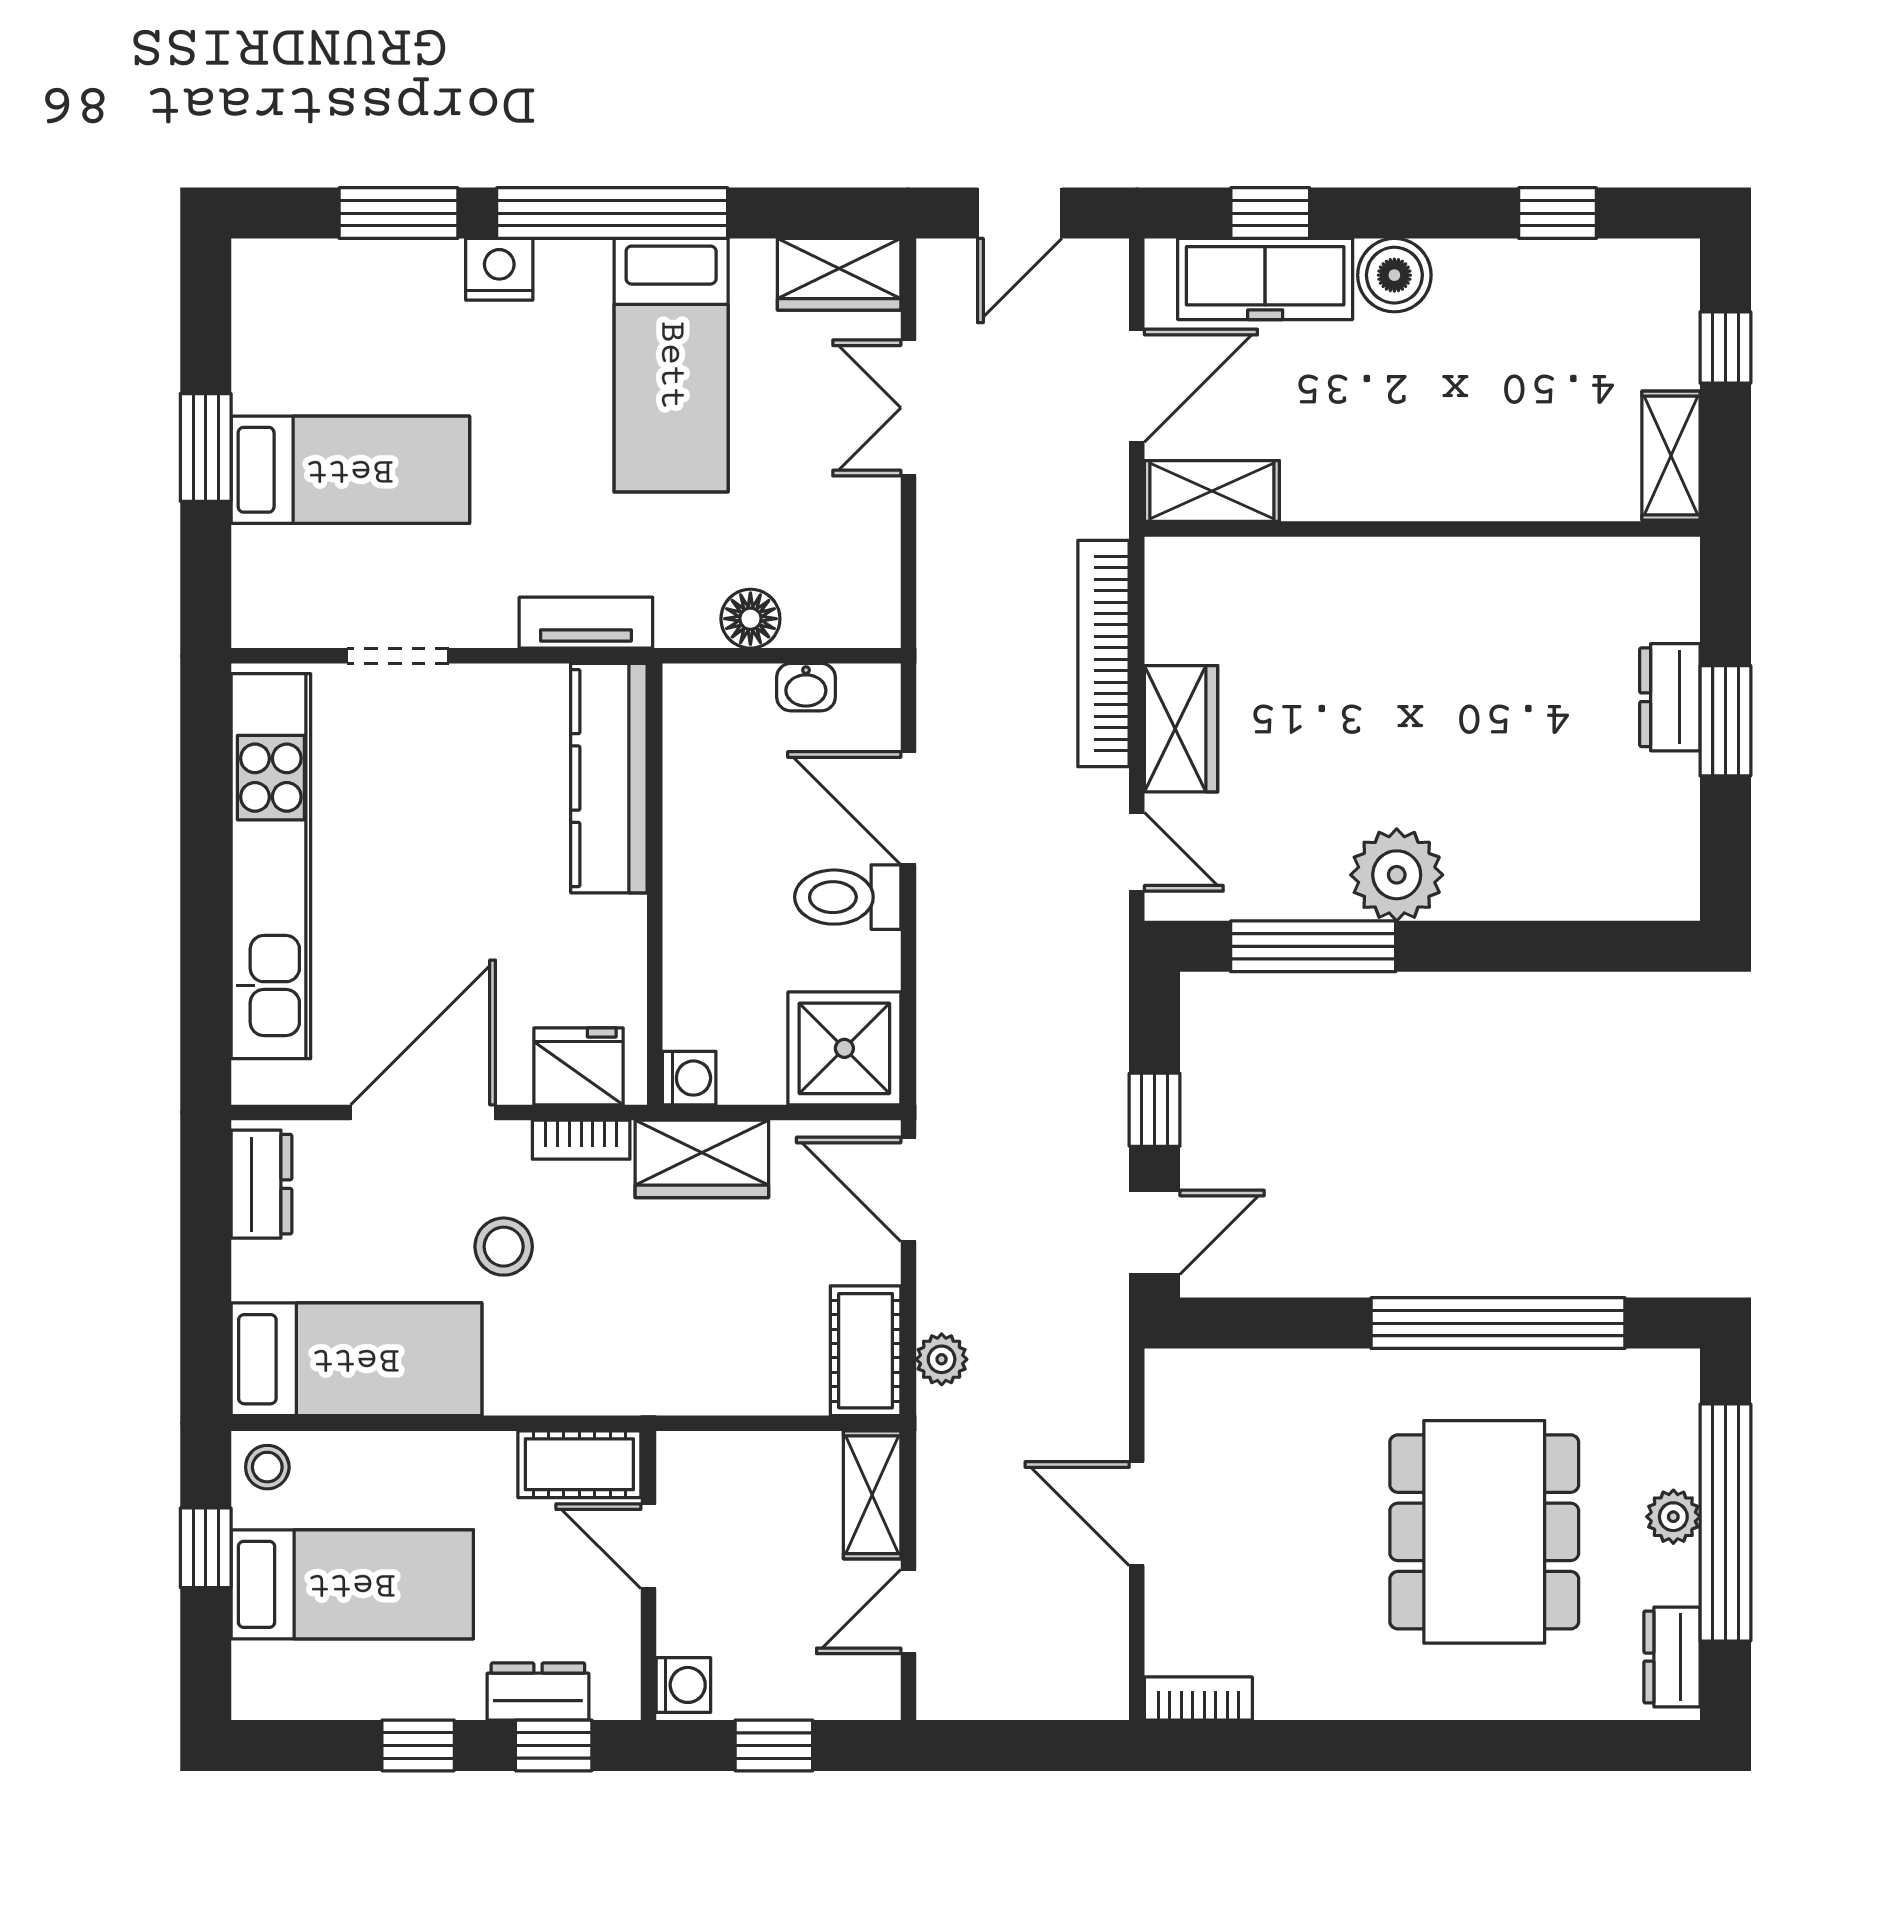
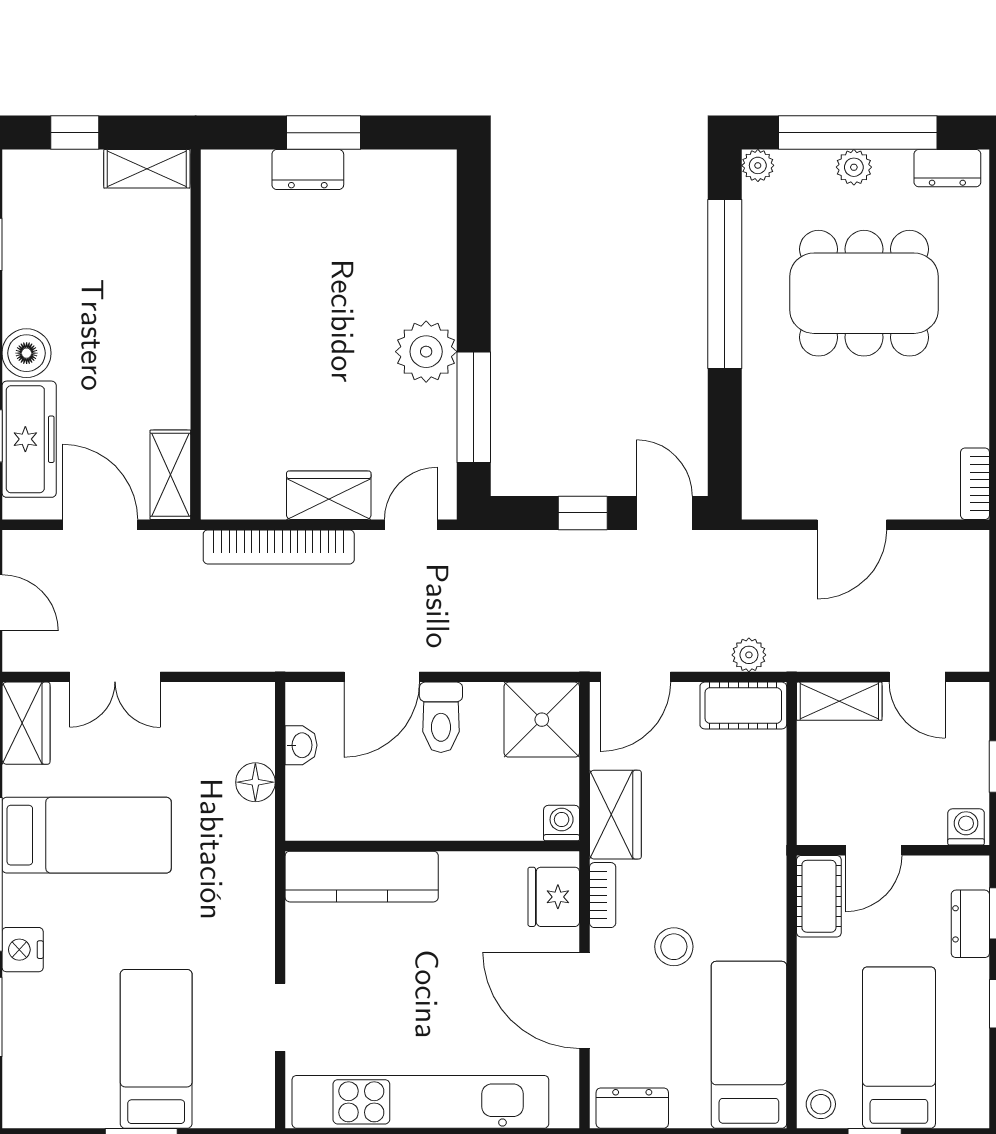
tv unit: (586, 623) -> (258, 892), removed
plant: (1676, 1372) -> (758, 165), added

